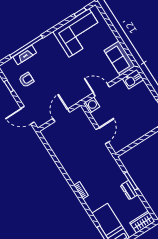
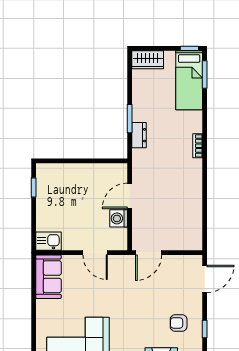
washing machine: (92, 105) -> (119, 218), moved
door: (27, 115) -> (205, 279), hinge flipped
door: (61, 115) -> (149, 253), moved
dresser: (129, 190) -> (139, 135), moved

